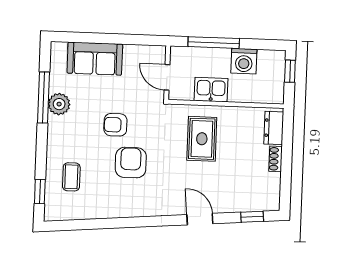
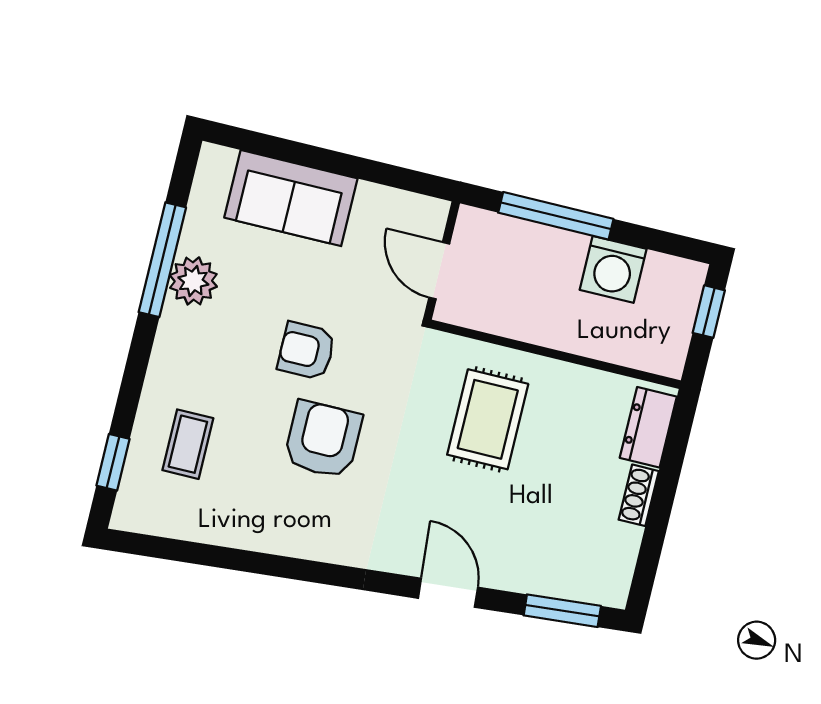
kitchen sink: (211, 90) -> (529, 317), removed
window: (252, 217) -> (562, 611), width x1.50

